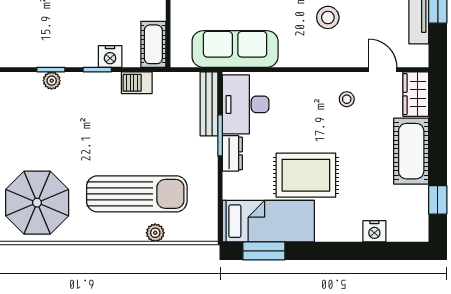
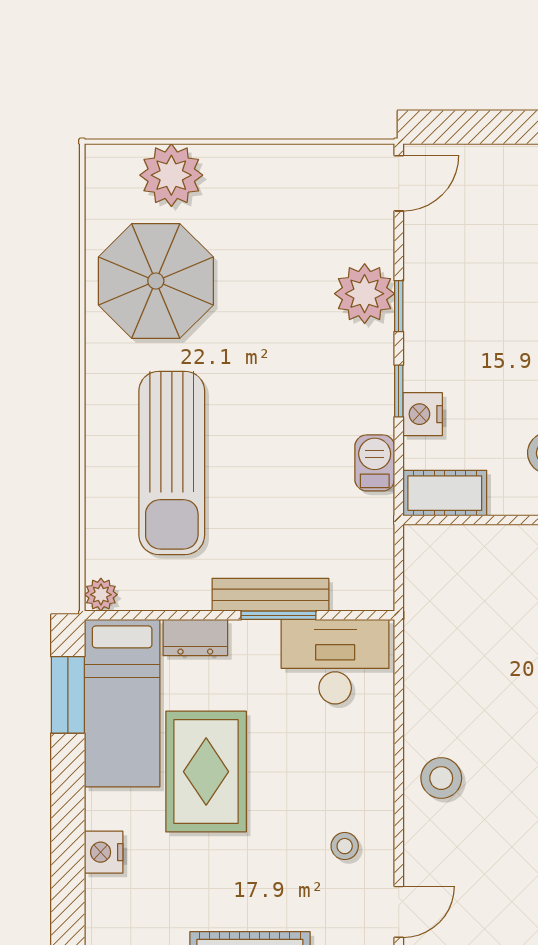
stool: (328, 17) -> (441, 778), moved
sofa: (235, 49) -> (436, 642), removed
plant: (52, 81) -> (365, 294), width x1.88, depth x1.88
bench: (209, 104) -> (270, 595), moved
dresser: (232, 153) -> (195, 637), moved
nightstand: (374, 231) -> (104, 852), moved
plant: (155, 233) -> (101, 595), moved

